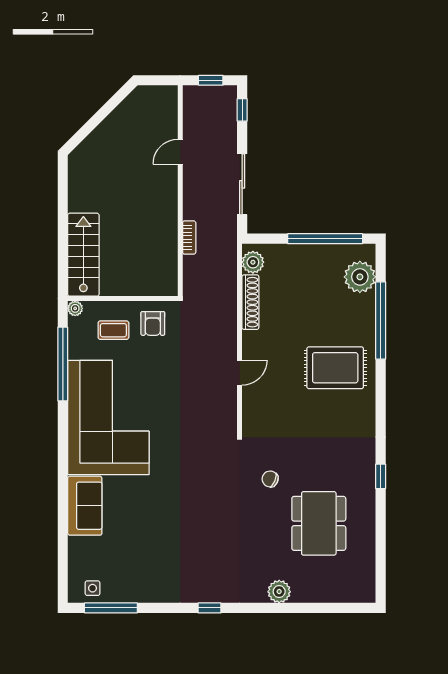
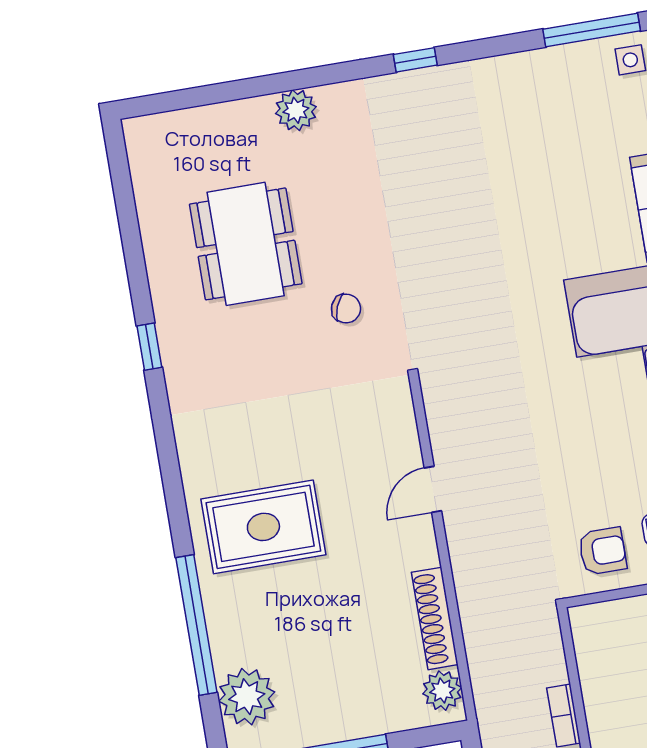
armchair: (153, 323) -> (603, 551), turned 90

